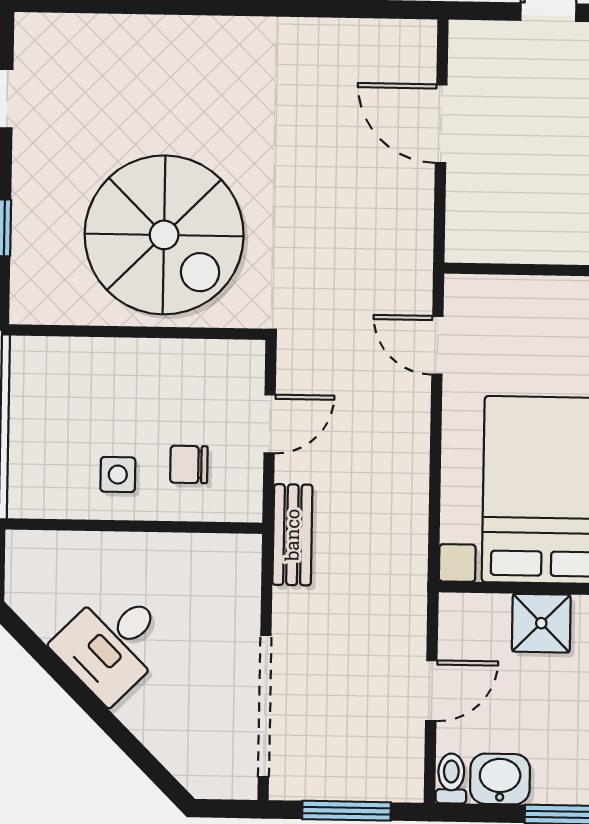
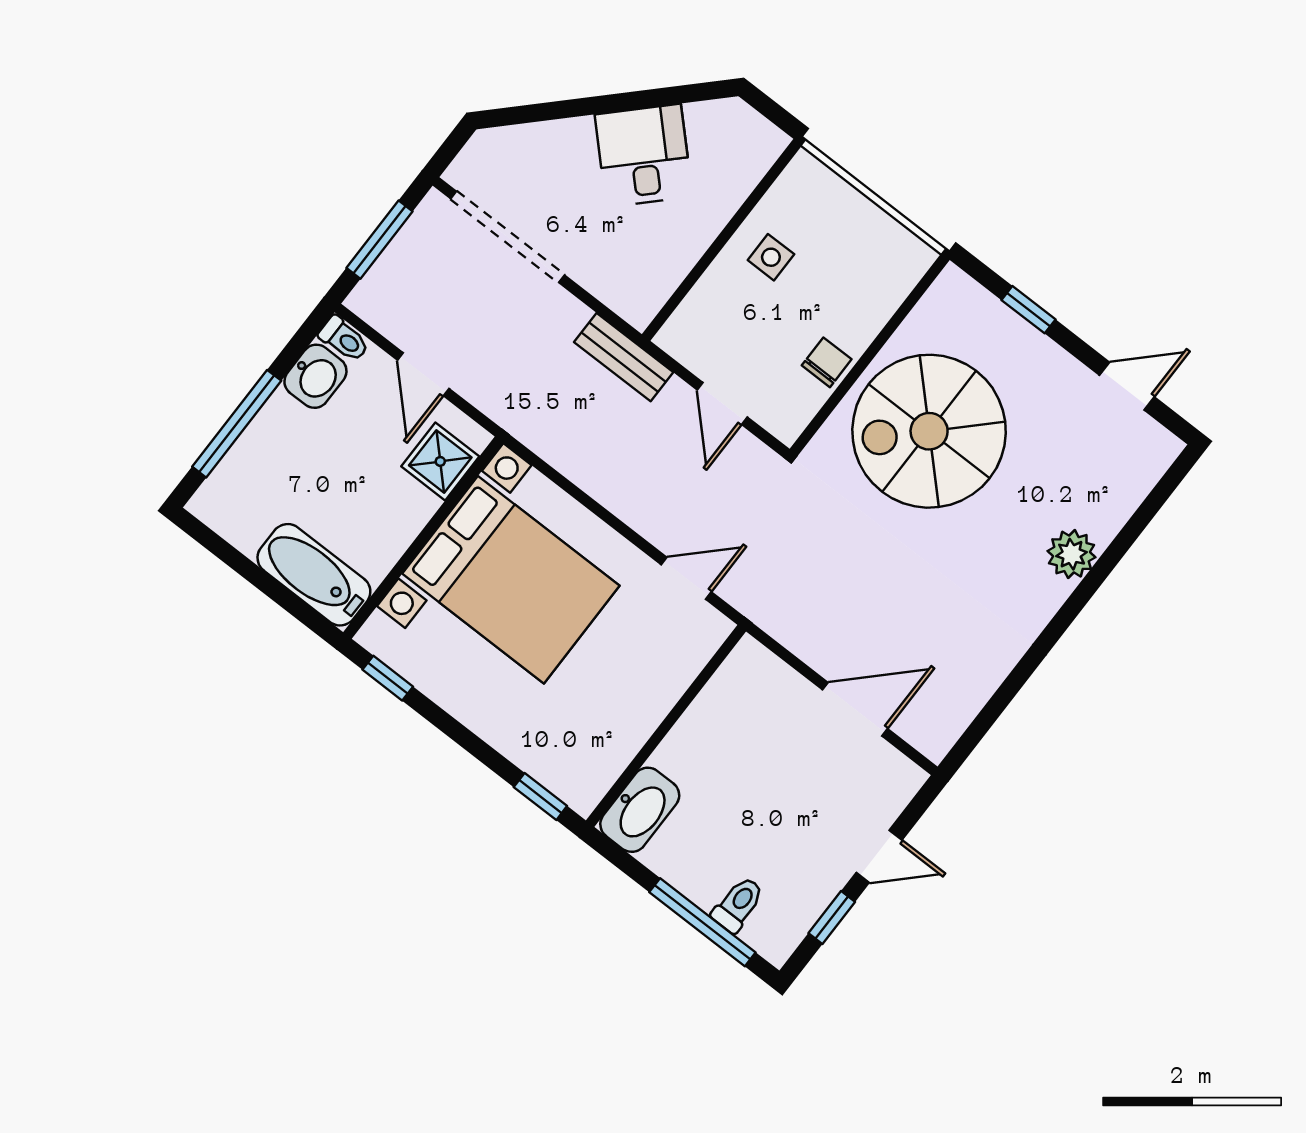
plant: (178, 40) -> (1072, 554), added
chair: (189, 464) -> (827, 362), moved
shower: (541, 623) -> (440, 461), moved

